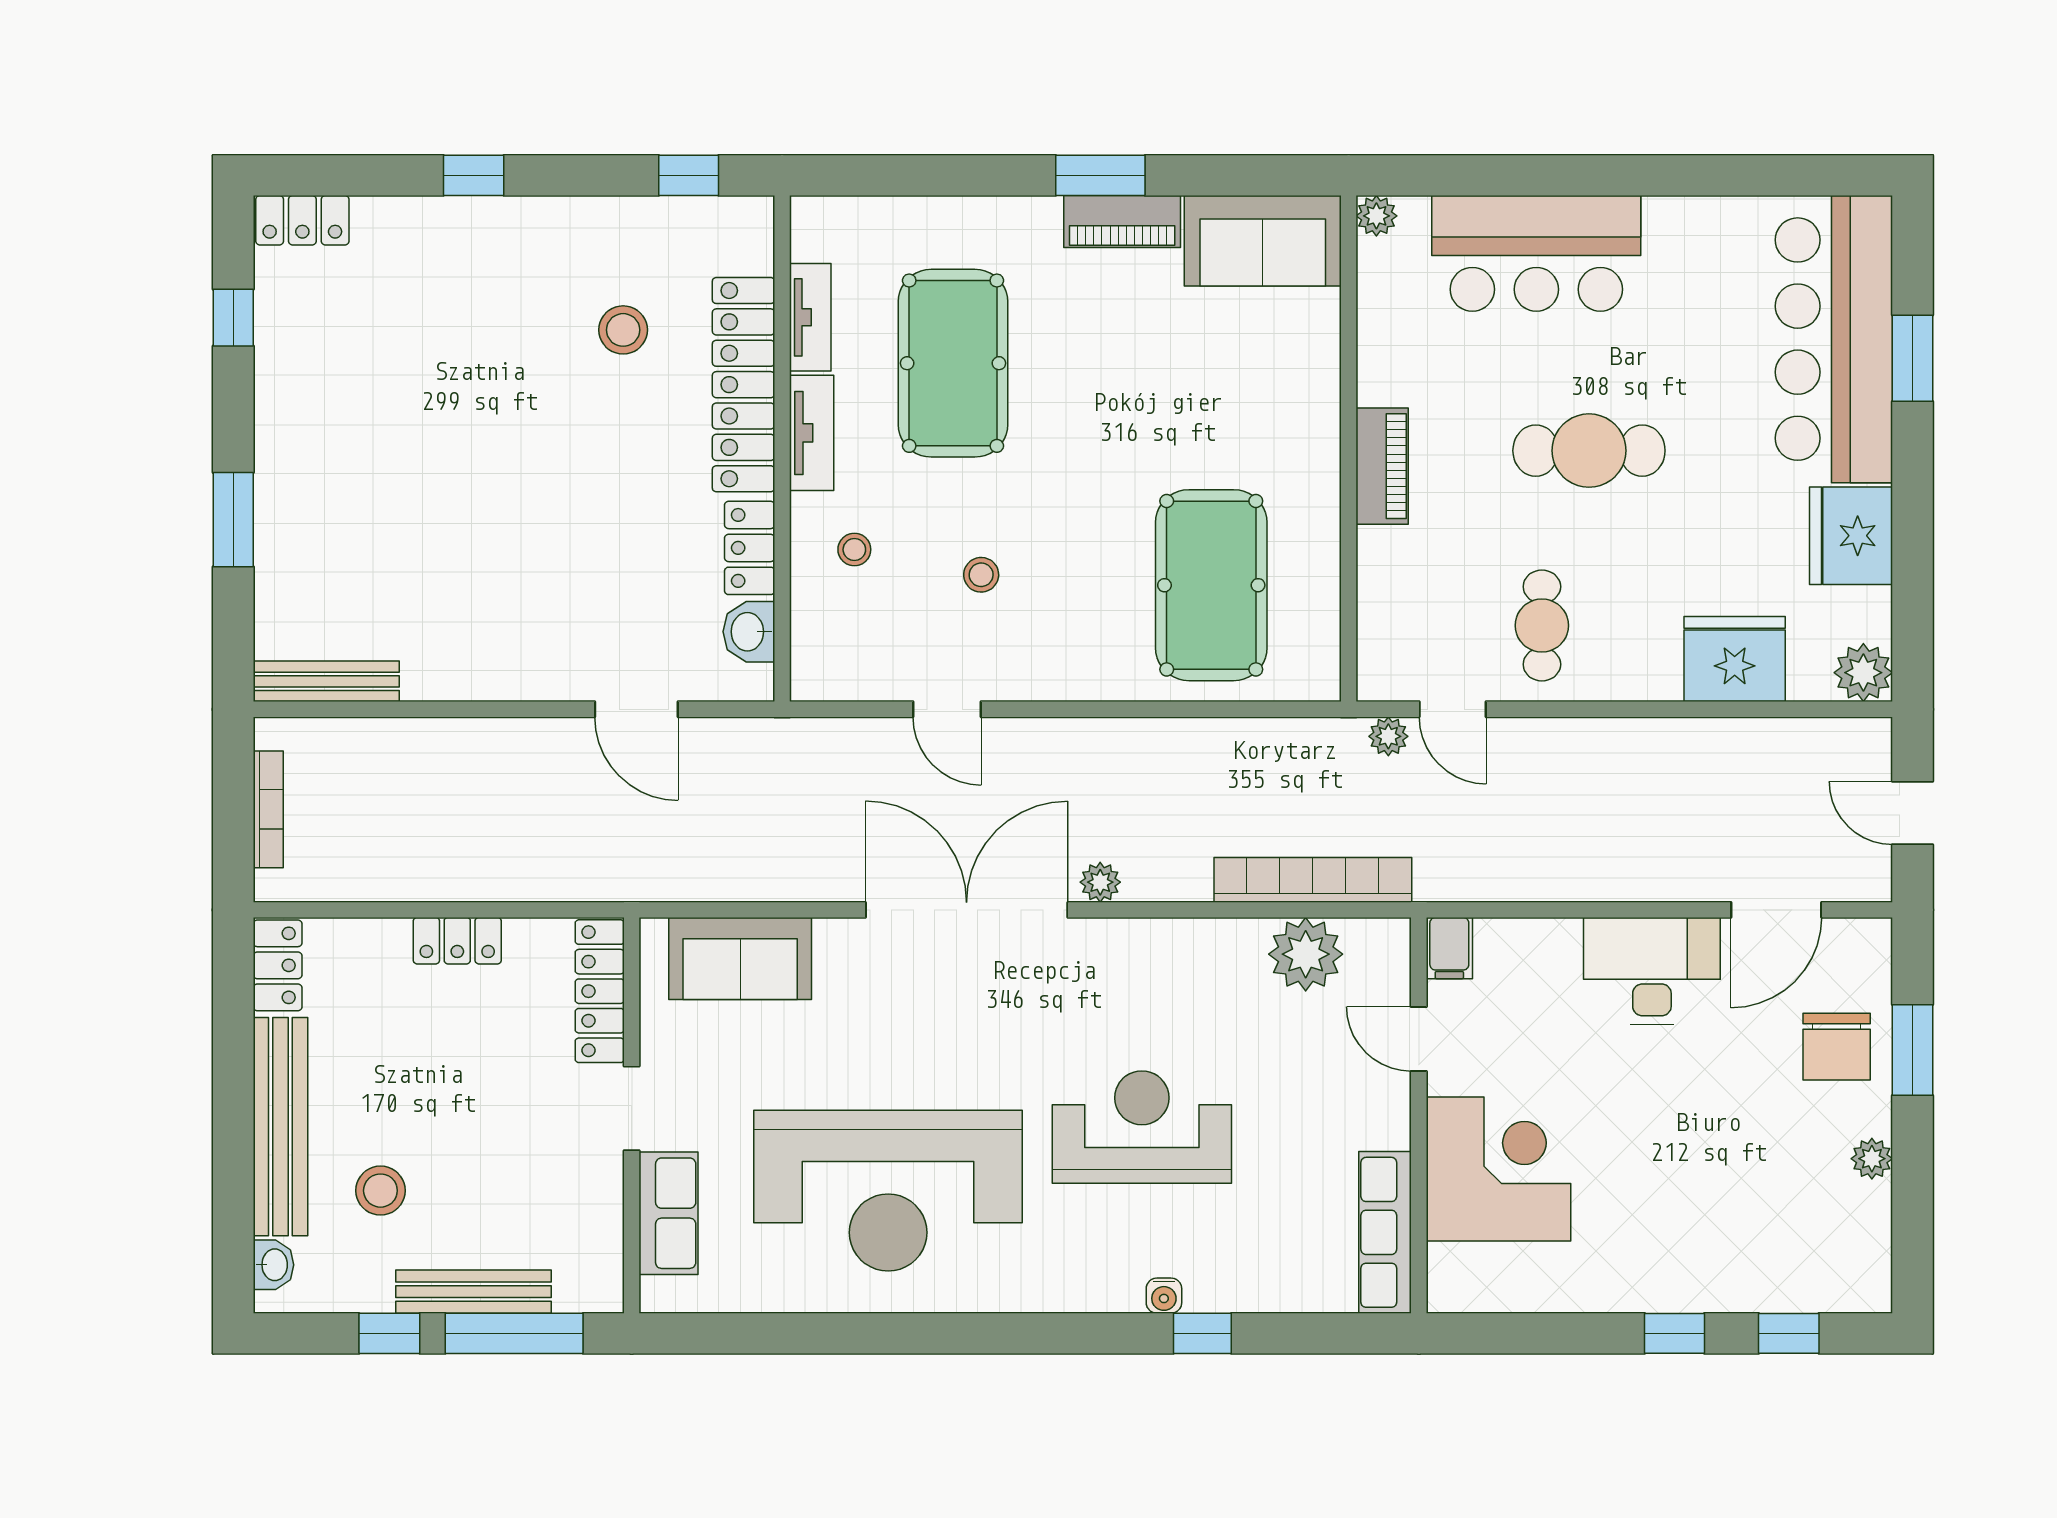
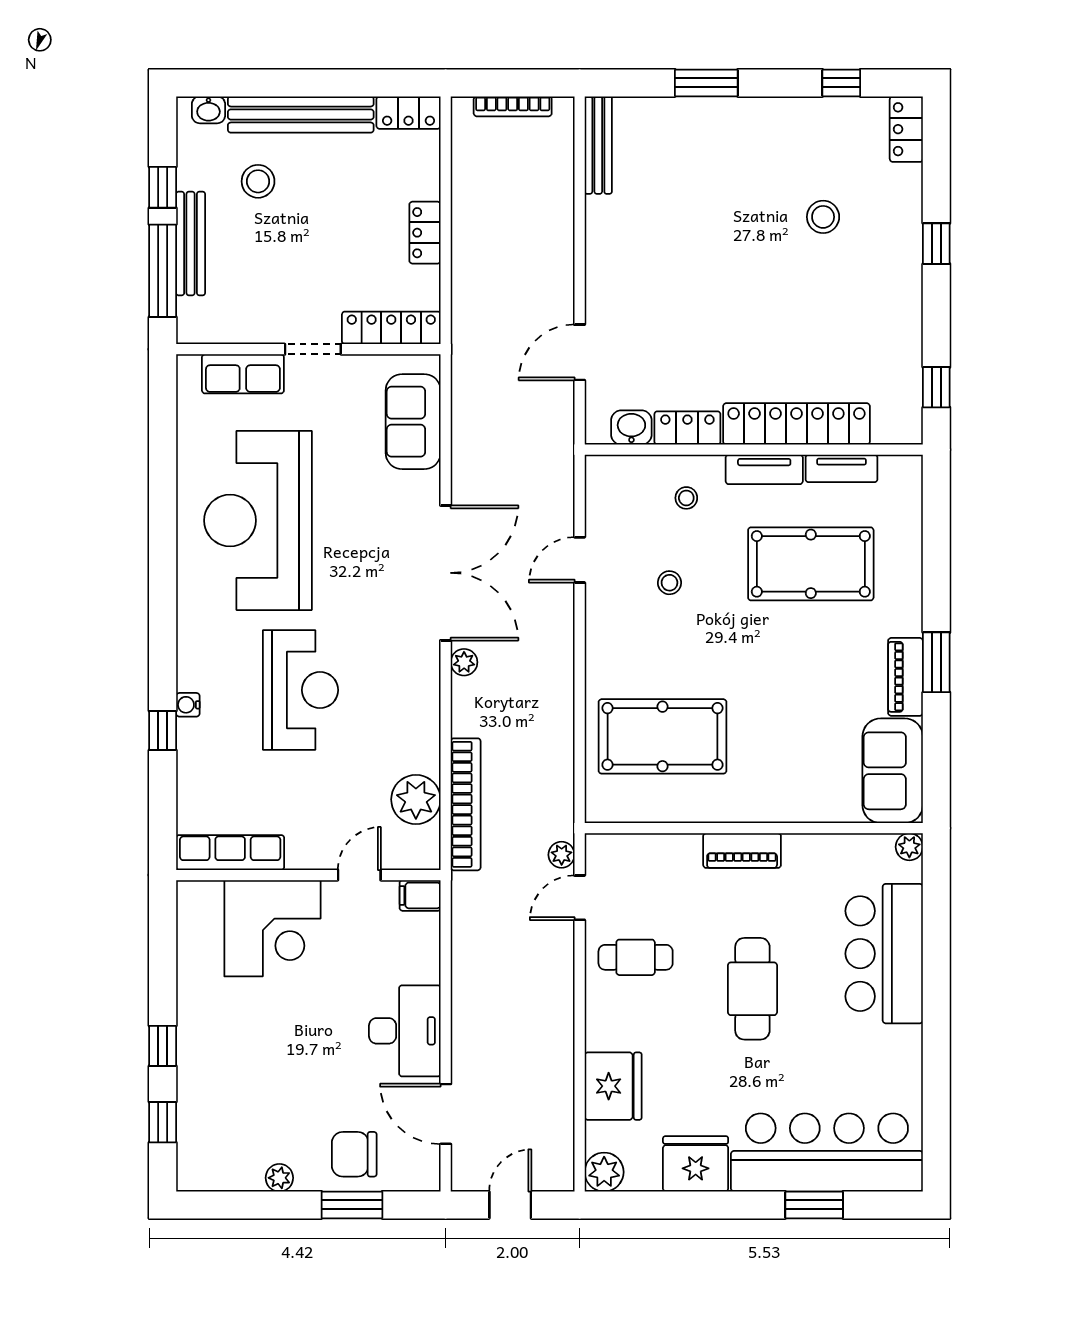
stool: (623, 330) -> (823, 217), moved

